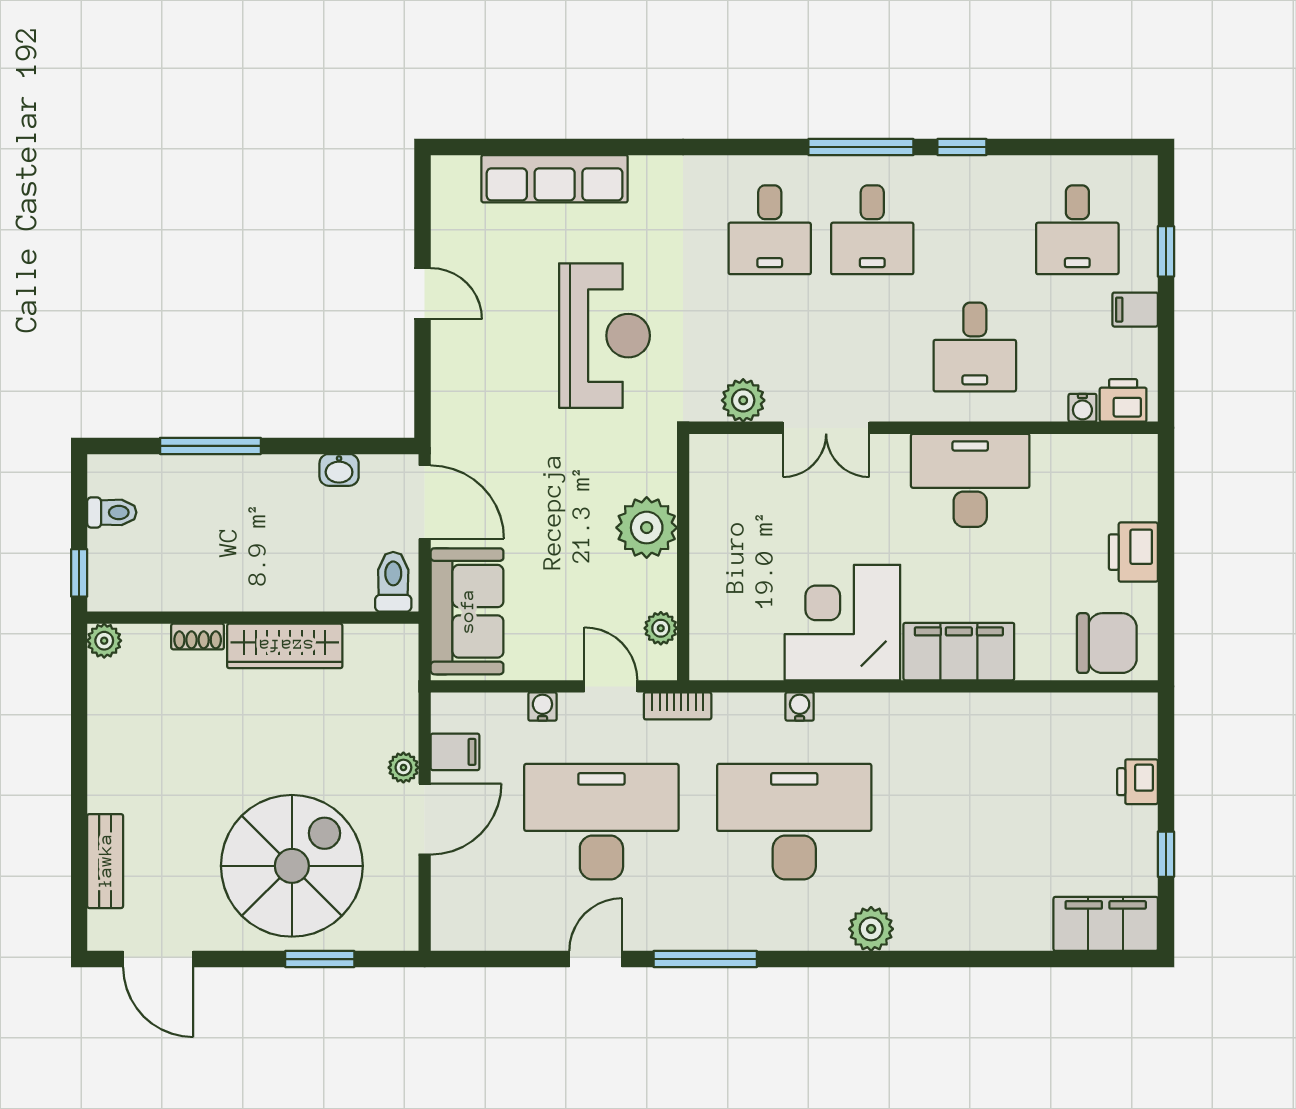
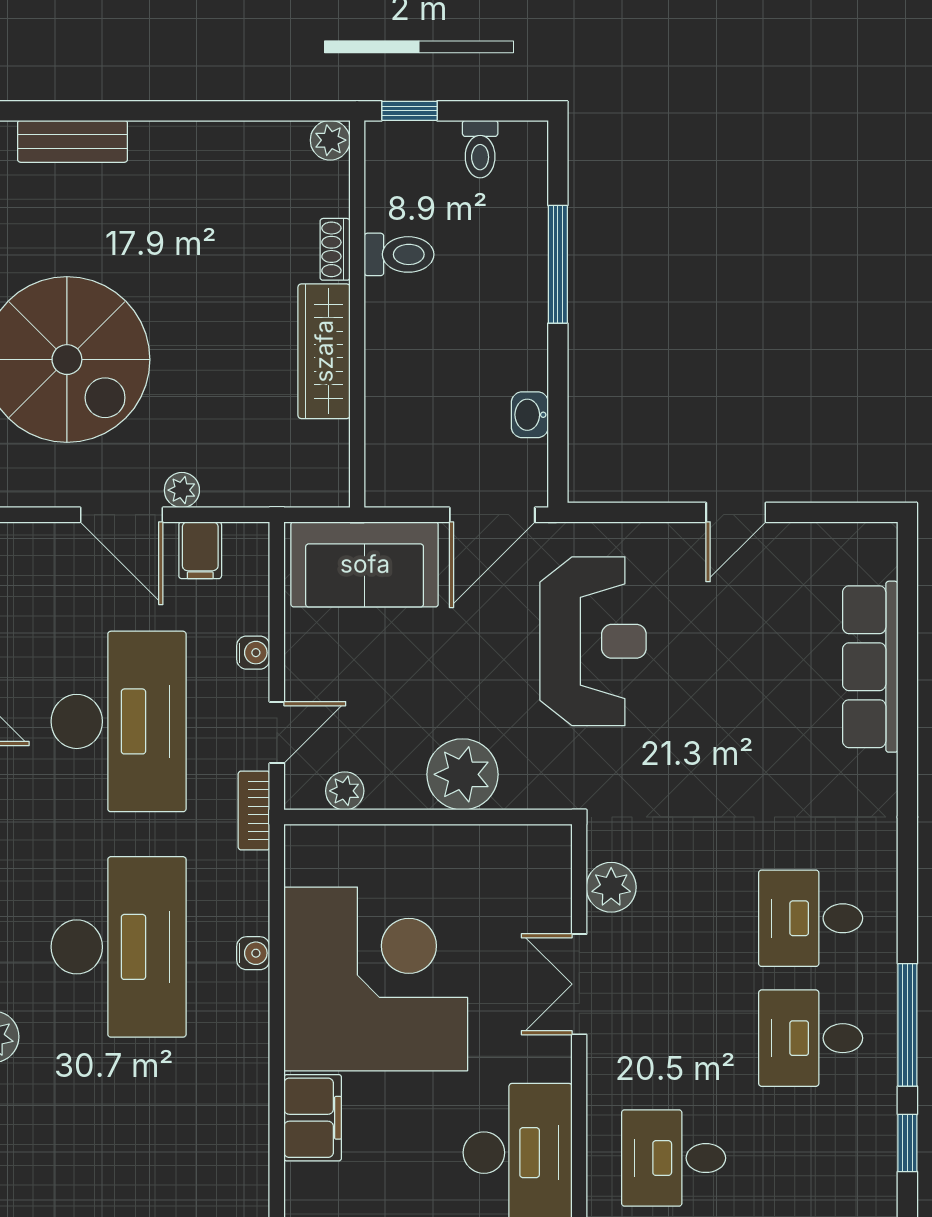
reception desk: (605, 336) -> (593, 641), moved, turned -90
toilet: (393, 582) -> (399, 254), moved
corner desk: (842, 623) -> (376, 979), width x1.36, depth x1.36
filing cabinet: (959, 652) -> (313, 1118), width x0.67, depth x0.86

